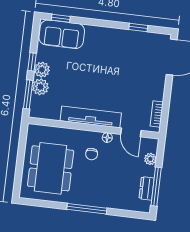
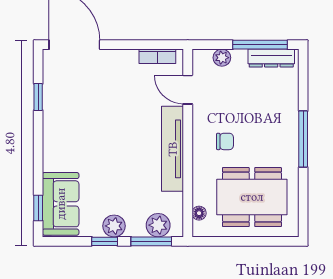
plant: (40, 87) -> (158, 225), moved
door: (131, 132) -> (188, 90), swing flipped
floor lamp: (107, 138) -> (199, 213), moved
dresser: (147, 188) -> (271, 58), width x1.44

